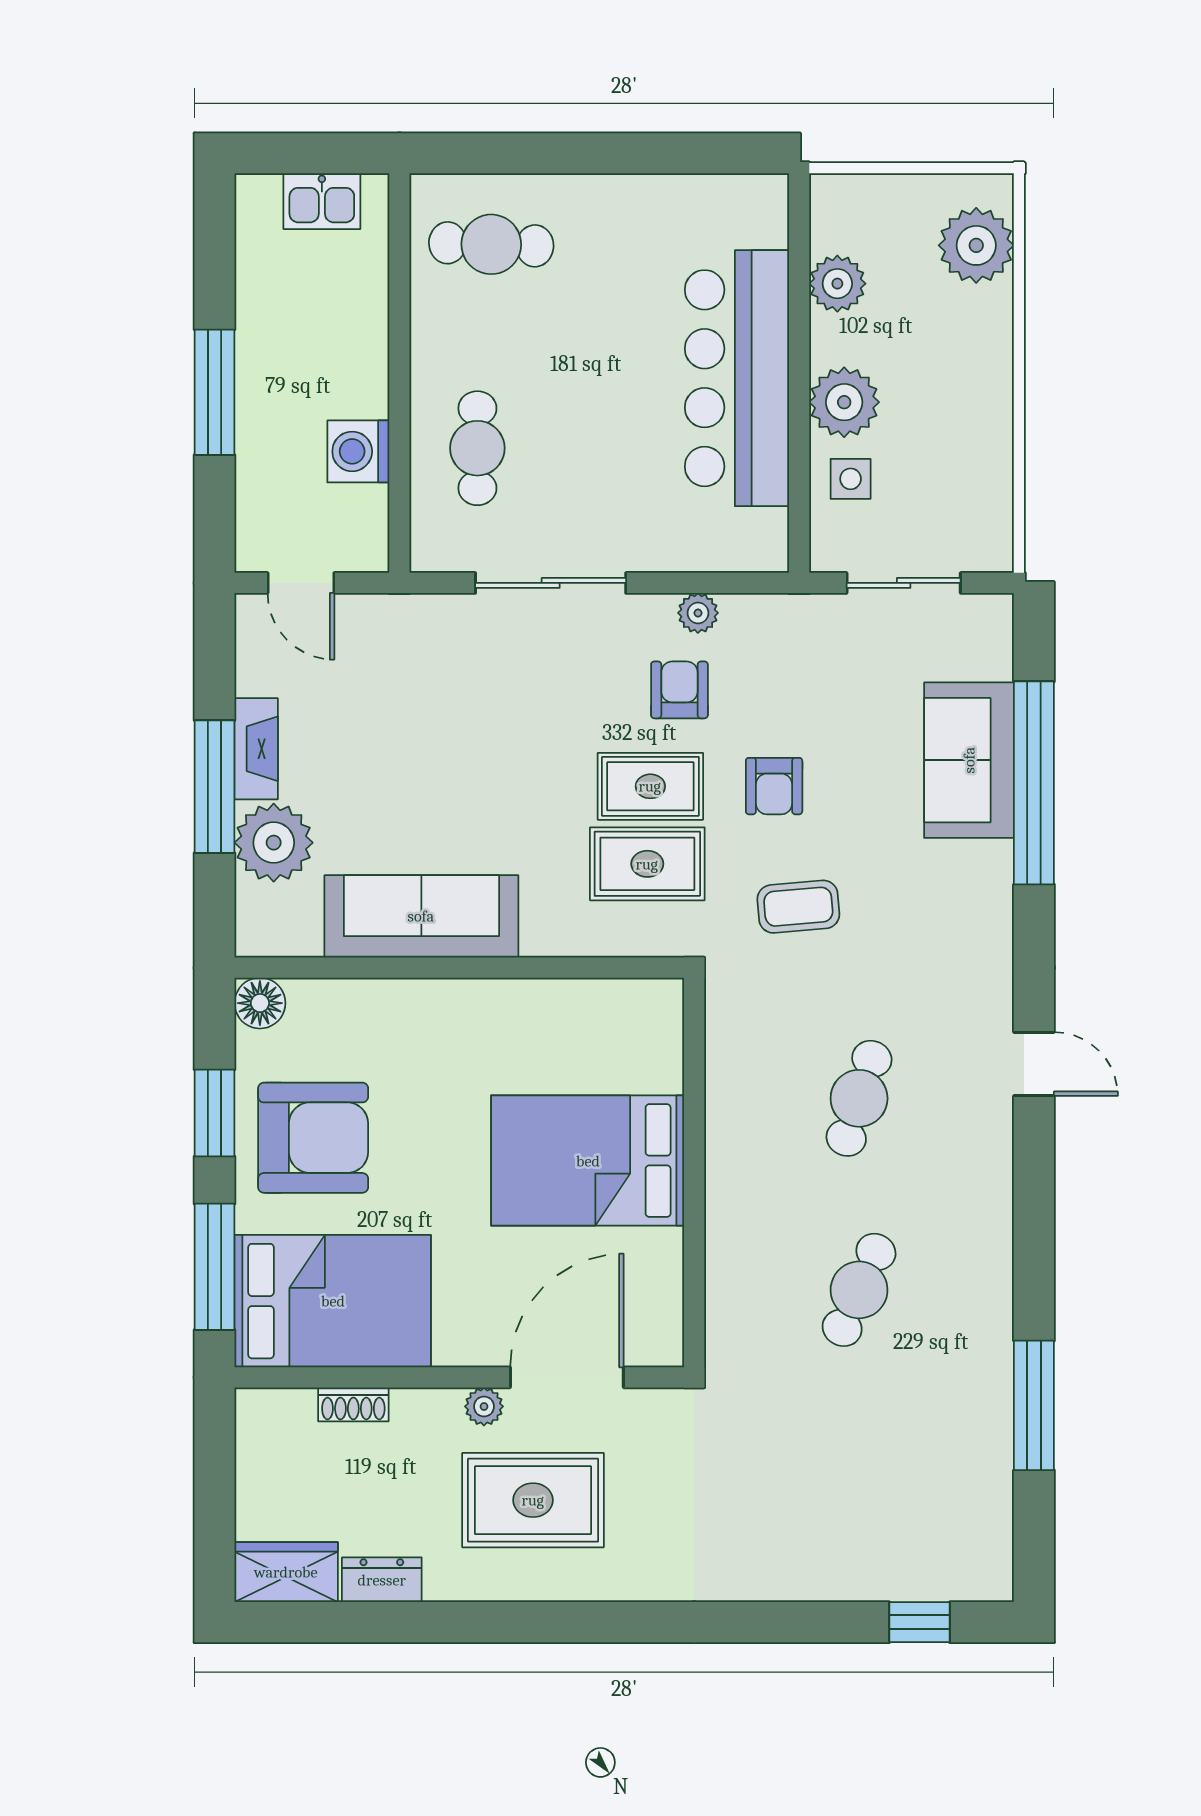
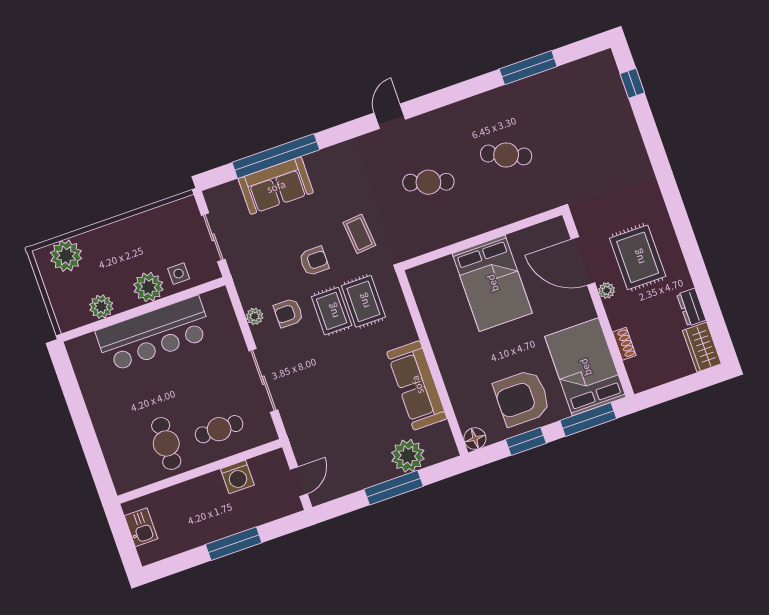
cafe table: (491, 244) -> (166, 443), moved
fireplace: (256, 749) -> (372, 476), removed
armchair: (313, 1138) -> (522, 398), turned -90

